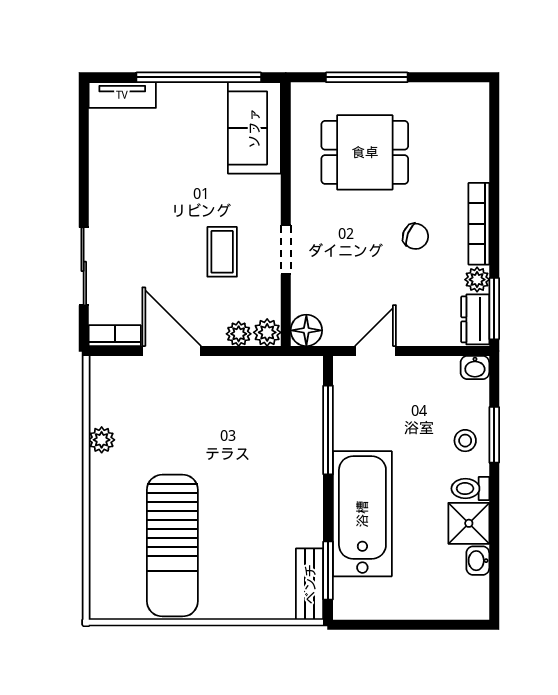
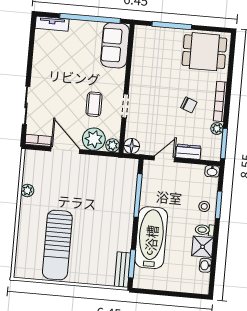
dining table: (365, 152) -> (204, 52), moved
dresser: (475, 319) -> (188, 152), moved, turned 90
plant: (239, 334) -> (94, 139), width x1.88, depth x1.88

